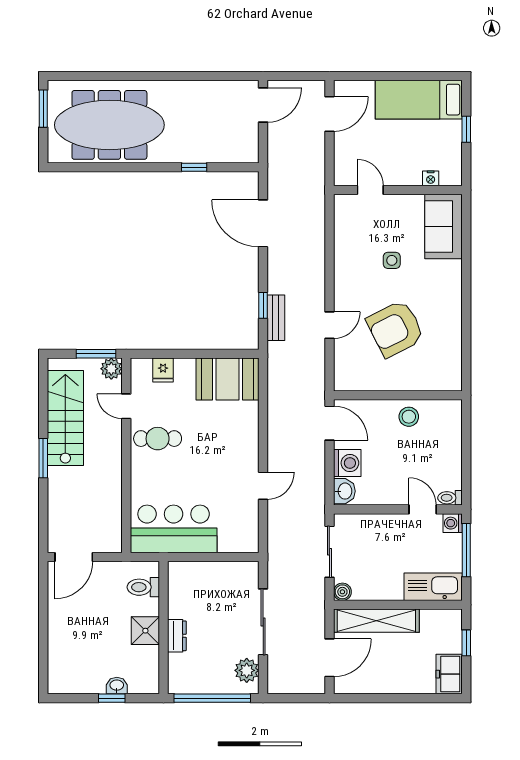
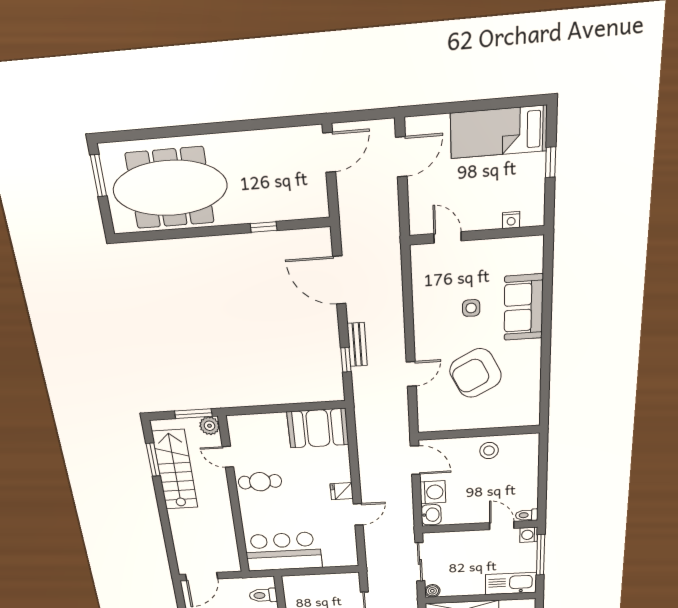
sofa: (443, 226) -> (524, 307), moved
bench: (276, 318) -> (357, 345), moved
fridge: (163, 370) -> (342, 491), moved, turned 90
window: (43, 458) -> (153, 460), moved

